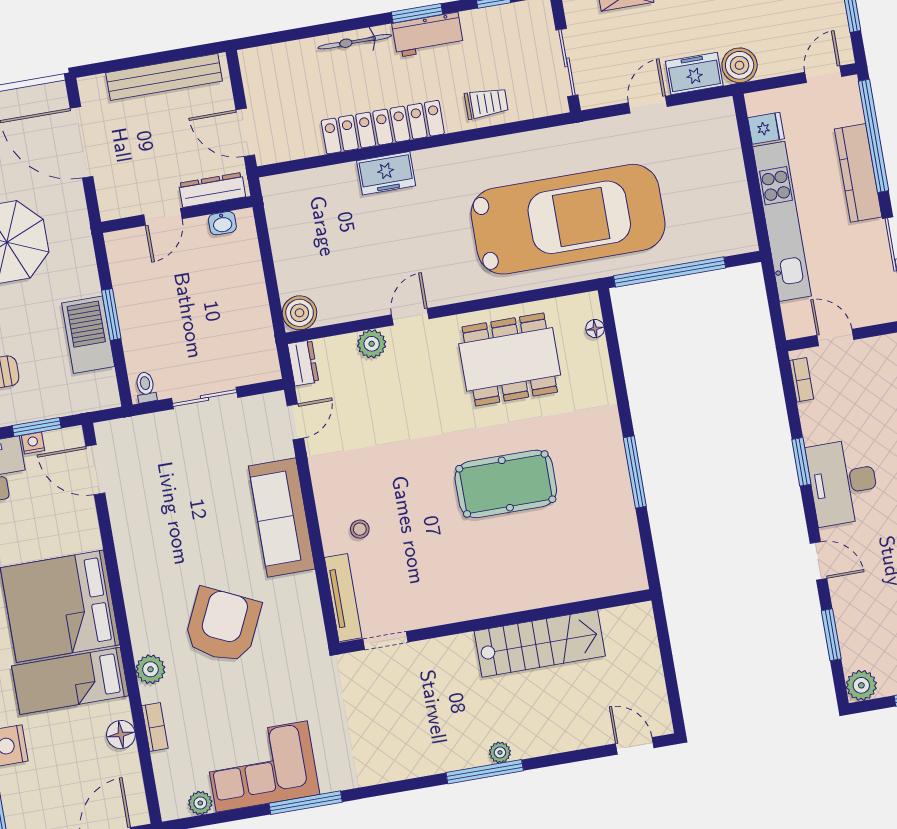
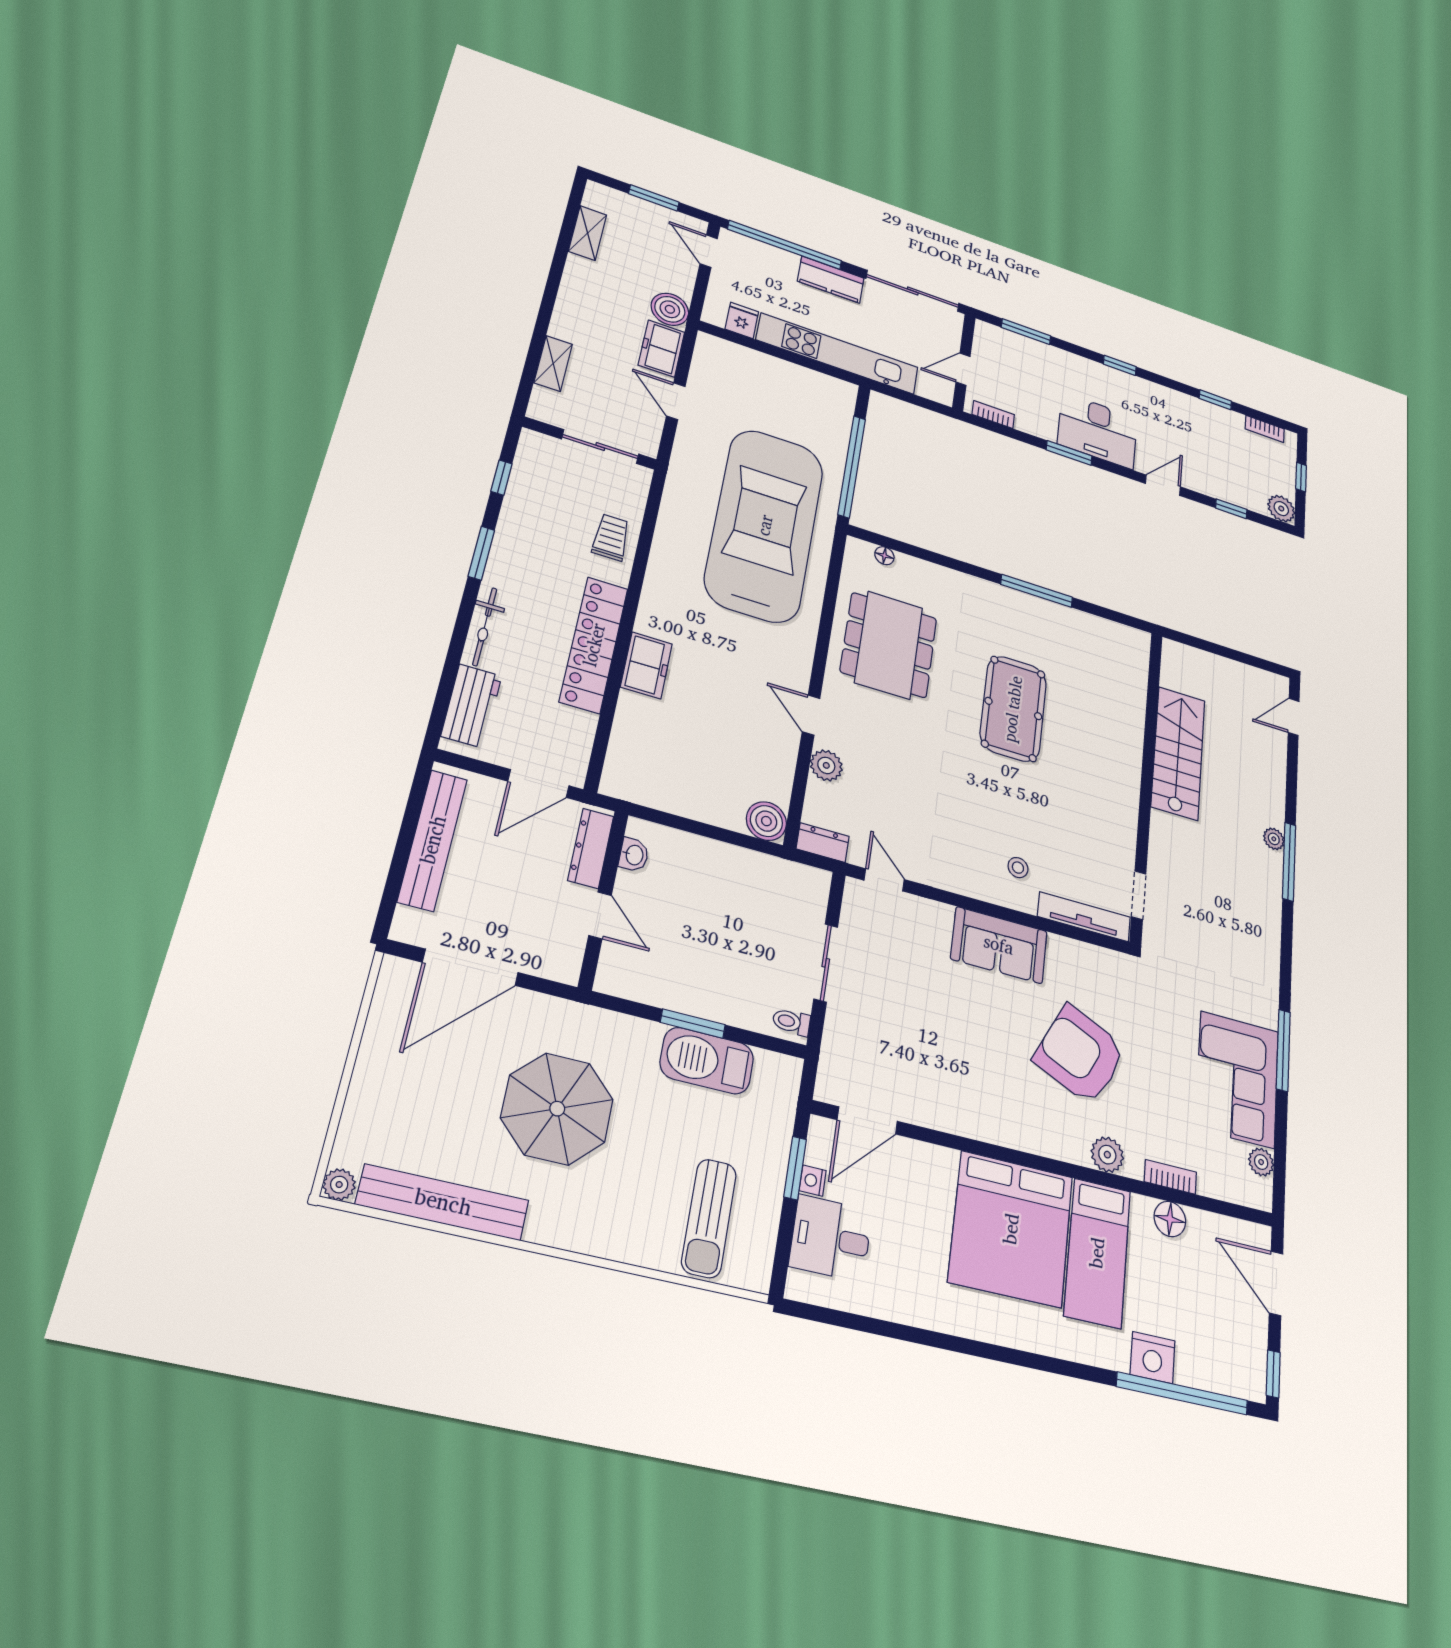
workbench: (428, 35) -> (471, 706), moved
kitchen counter: (858, 173) -> (831, 280), width x0.67
sofa: (282, 518) -> (999, 945), width x0.73
window: (831, 635) -> (1231, 509), width x0.67

